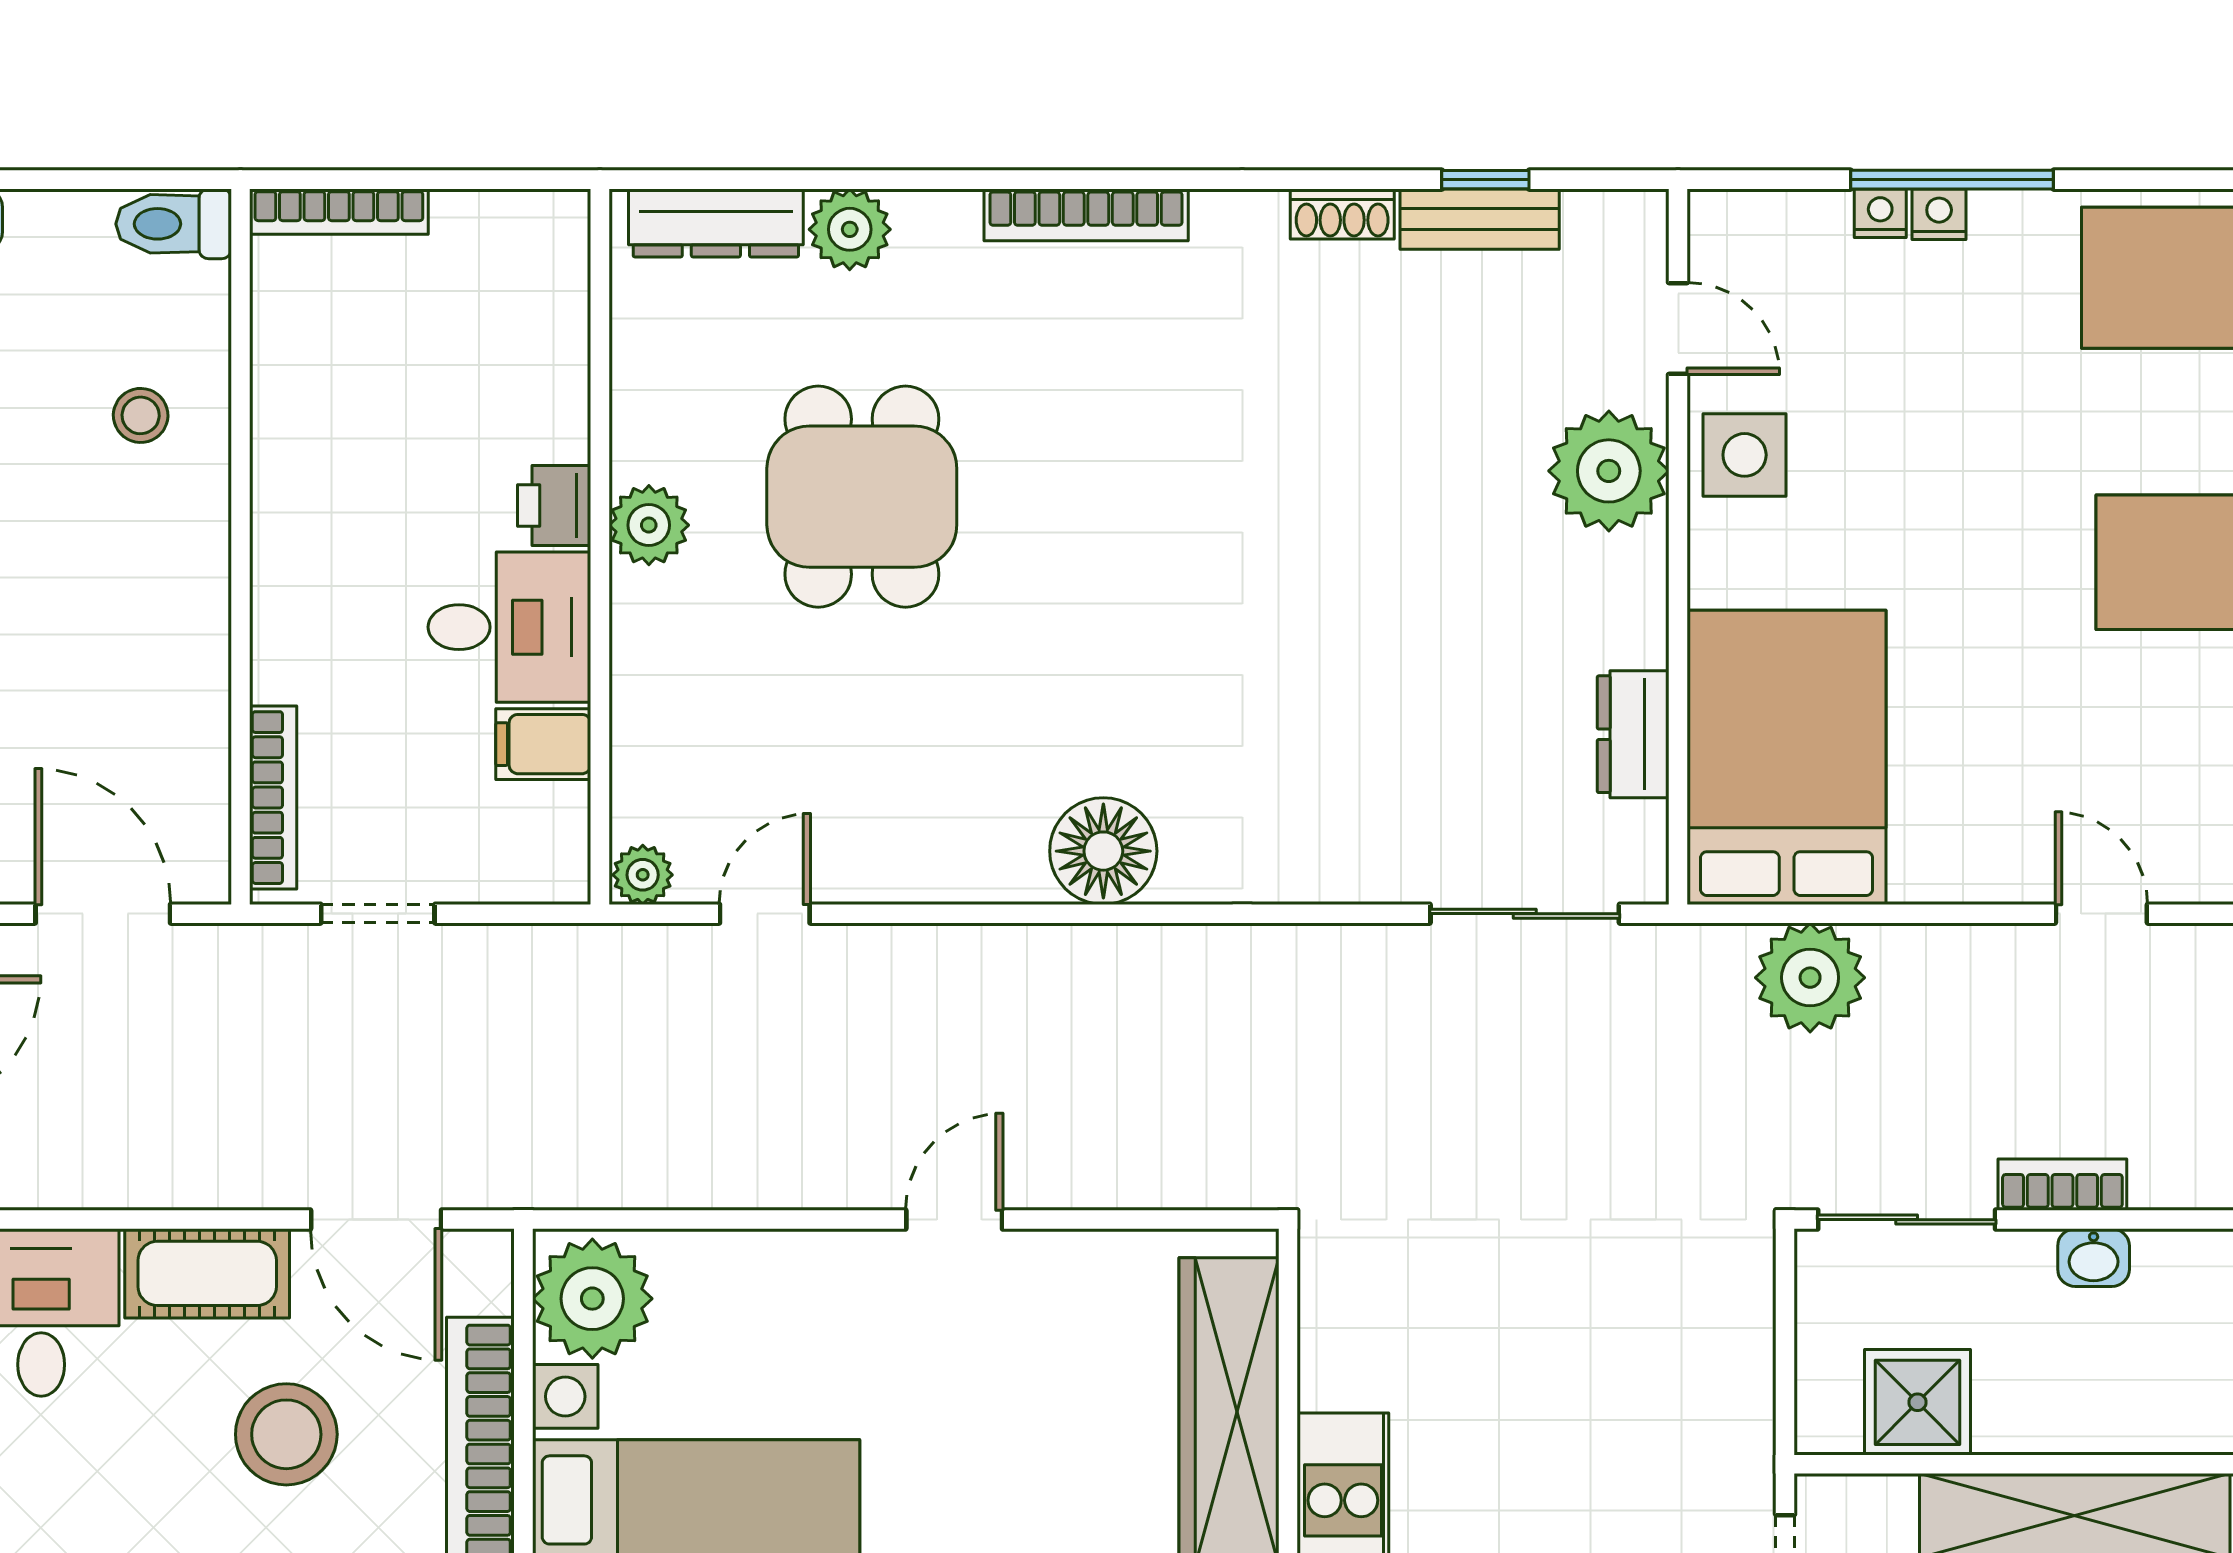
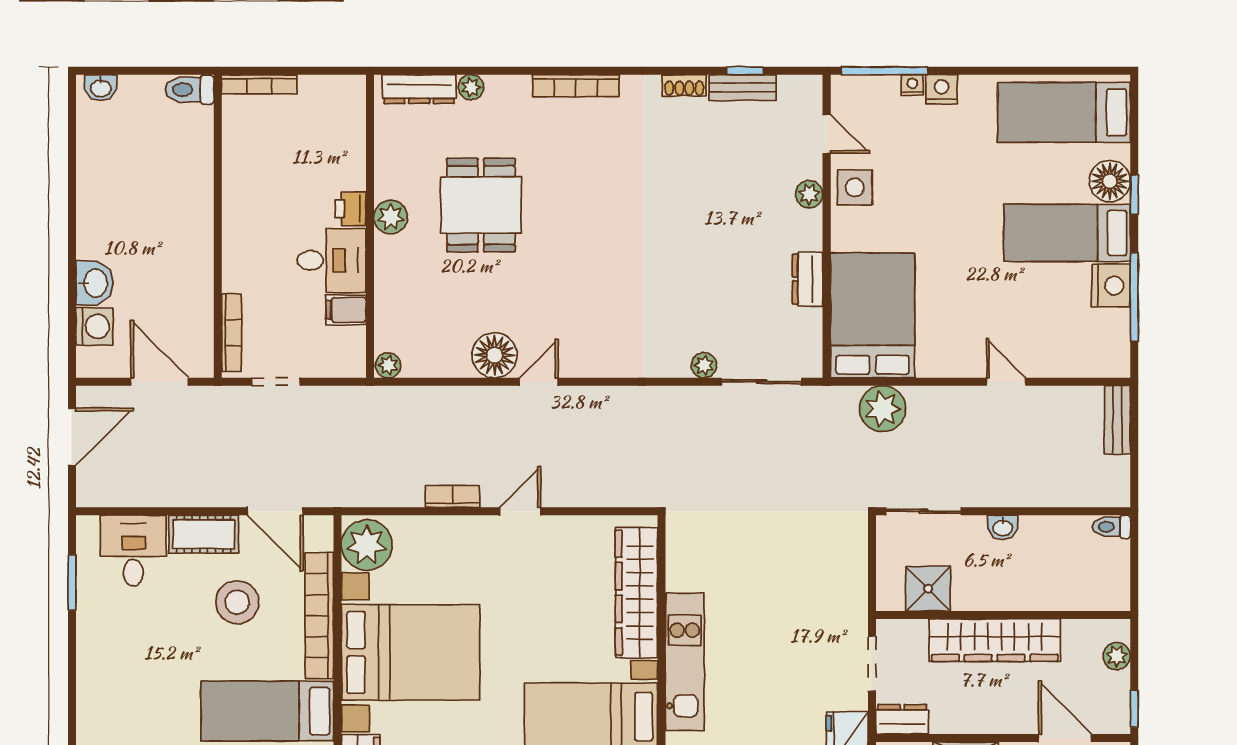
window: (1952, 180) -> (885, 71), moved
nightstand: (1939, 214) -> (942, 89), width x1.39, depth x1.35
plant: (850, 229) -> (471, 87), width x0.73, depth x0.73
stool: (141, 415) -> (175, 171), removed
plant: (1609, 471) -> (809, 194), width x0.53, depth x0.53
dresser: (1633, 734) -> (808, 279), moved
floor lamp: (1103, 851) -> (495, 355), moved
plant: (1388, 875) -> (704, 365), added
door: (765, 914) -> (539, 382), moved
bookcase: (2062, 1185) -> (453, 497), moved

